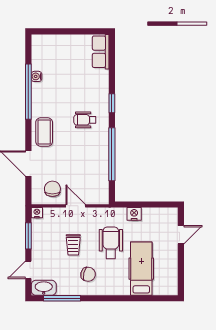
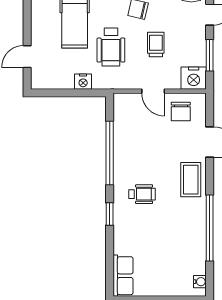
water cooler: (36, 76) -> (200, 282), moved
nightstand: (37, 213) -> (194, 78), width x1.89, depth x1.79

